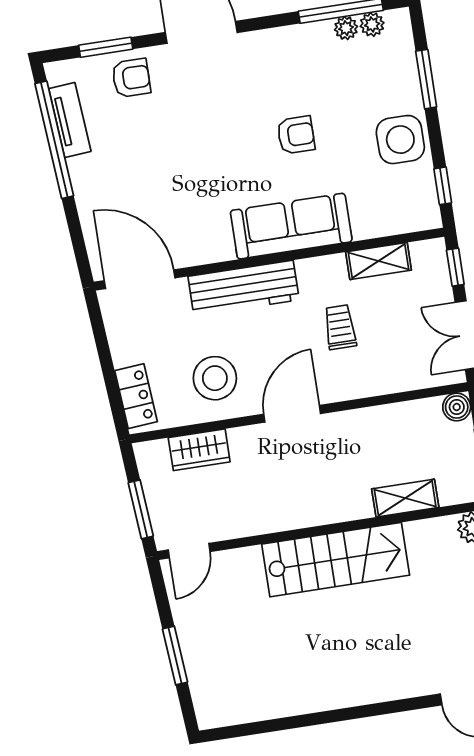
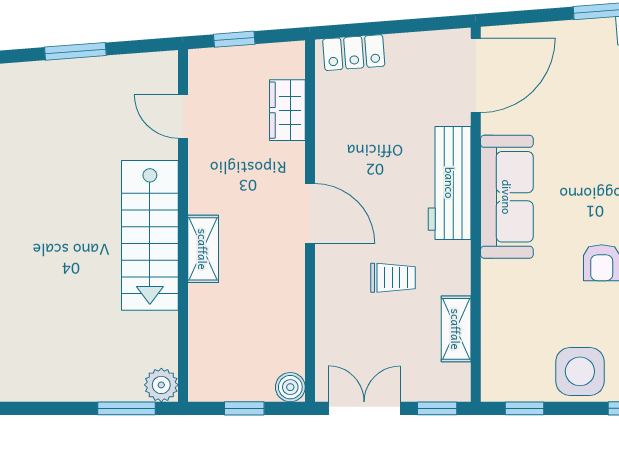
sofa: (291, 226) -> (507, 197), moved
stool: (215, 378) -> (360, 138), removed
shelving: (405, 498) -> (203, 249), moved
window: (141, 509) -> (234, 39), width x0.67
door: (189, 551) -> (183, 116), moved

